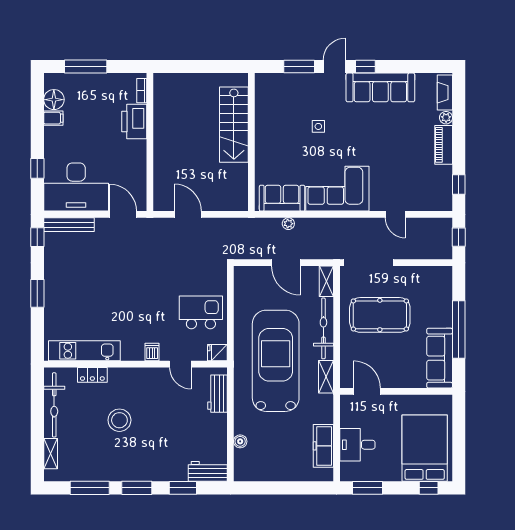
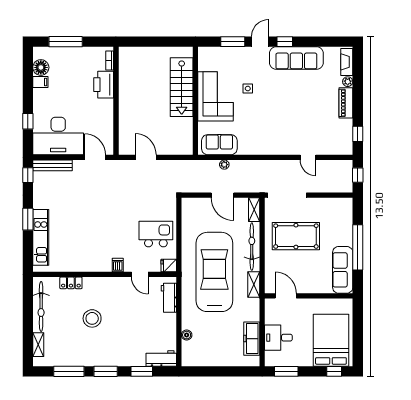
corner sofa: (337, 189) -> (215, 96), moved, turned 90
kitchen unit: (84, 351) -> (41, 237), moved, turned 90

